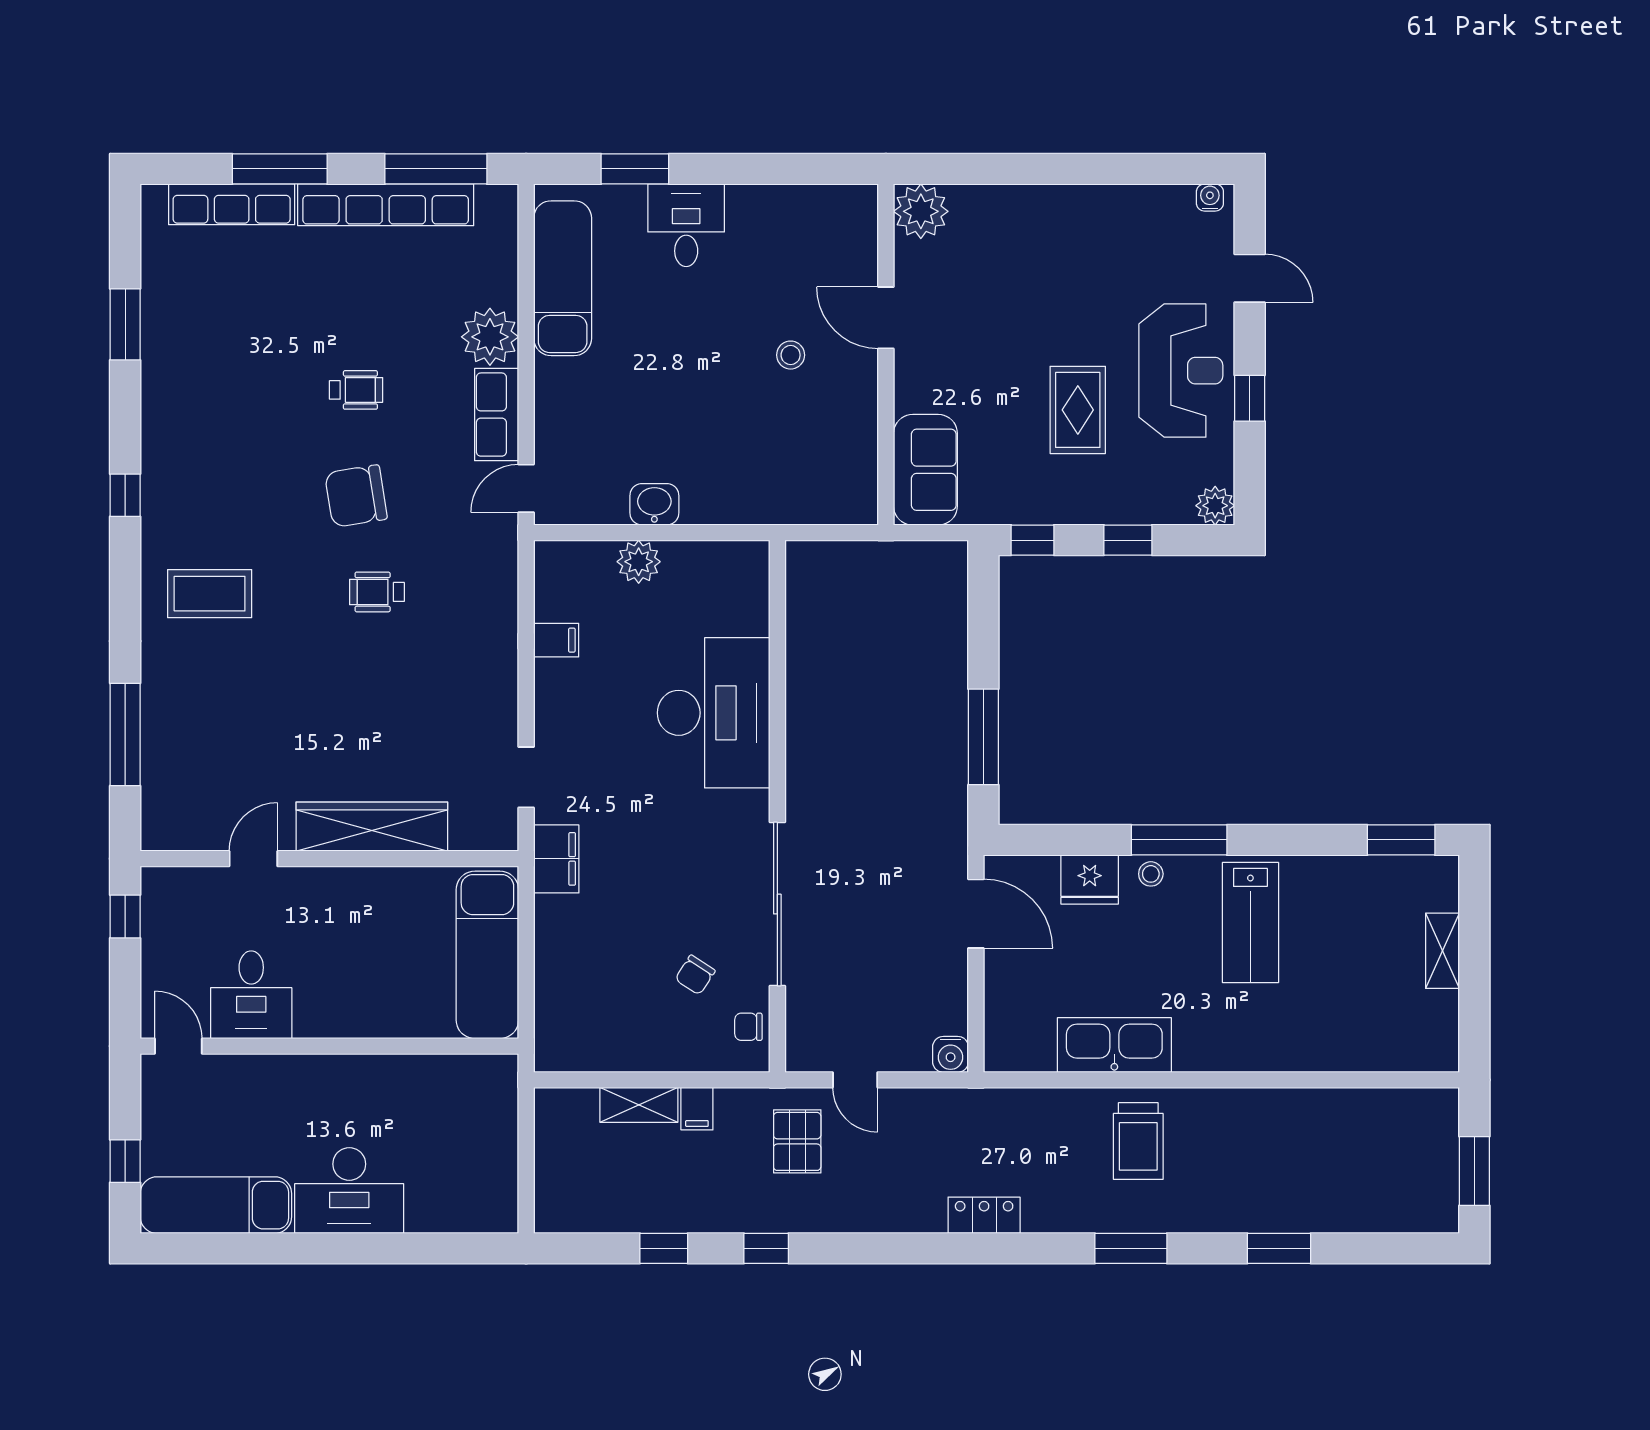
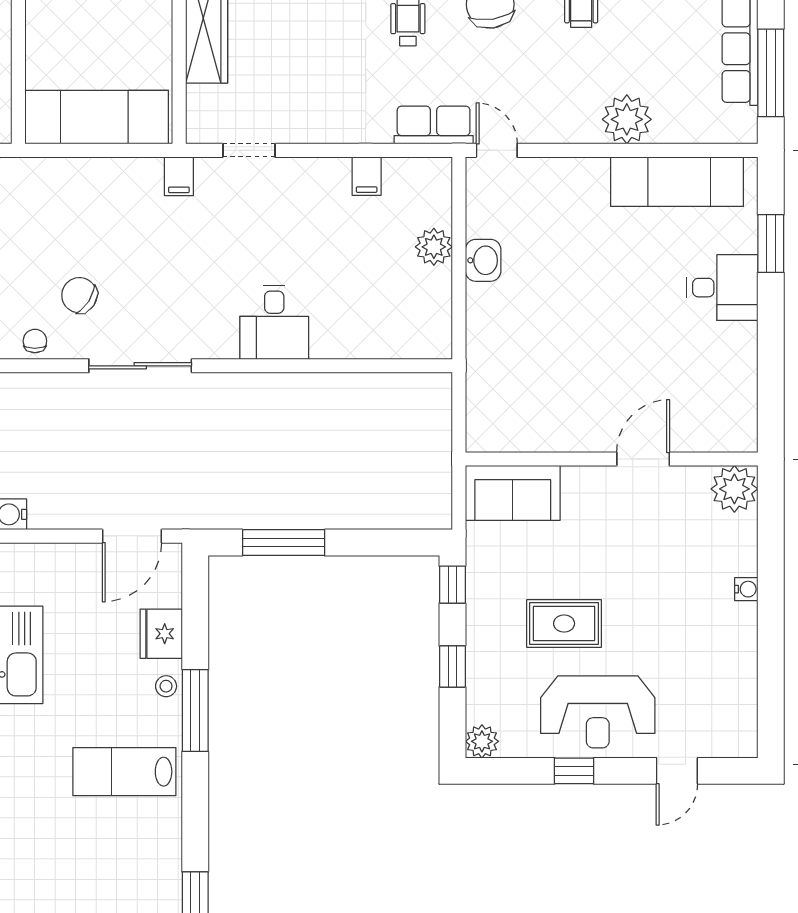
water cooler: (1210, 197) -> (746, 589), moved
stool: (791, 355) -> (611, 377), removed
row of seats: (497, 415) -> (434, 125), moved
desk: (714, 713) -> (274, 322), width x0.53, depth x0.77
filing cabinet: (556, 859) -> (179, 176), width x0.50
sliding door: (777, 904) -> (140, 366), width x0.73
chair: (695, 975) -> (79, 295), width x1.37, depth x1.37

